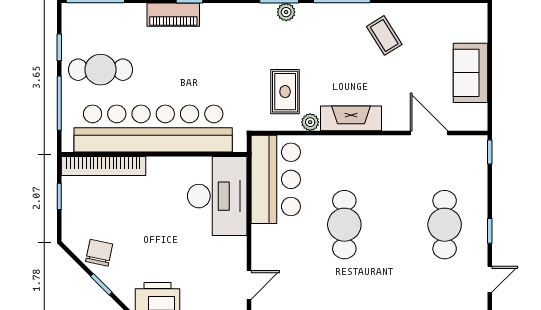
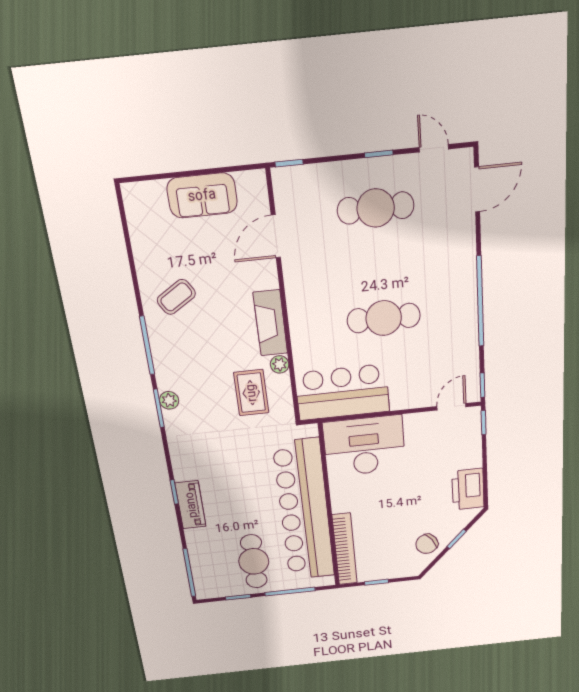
rug: (285, 92) -> (251, 393), turned 90
chair: (99, 253) -> (427, 544), turned -47
door: (249, 285) -> (451, 407), hinge flipped

